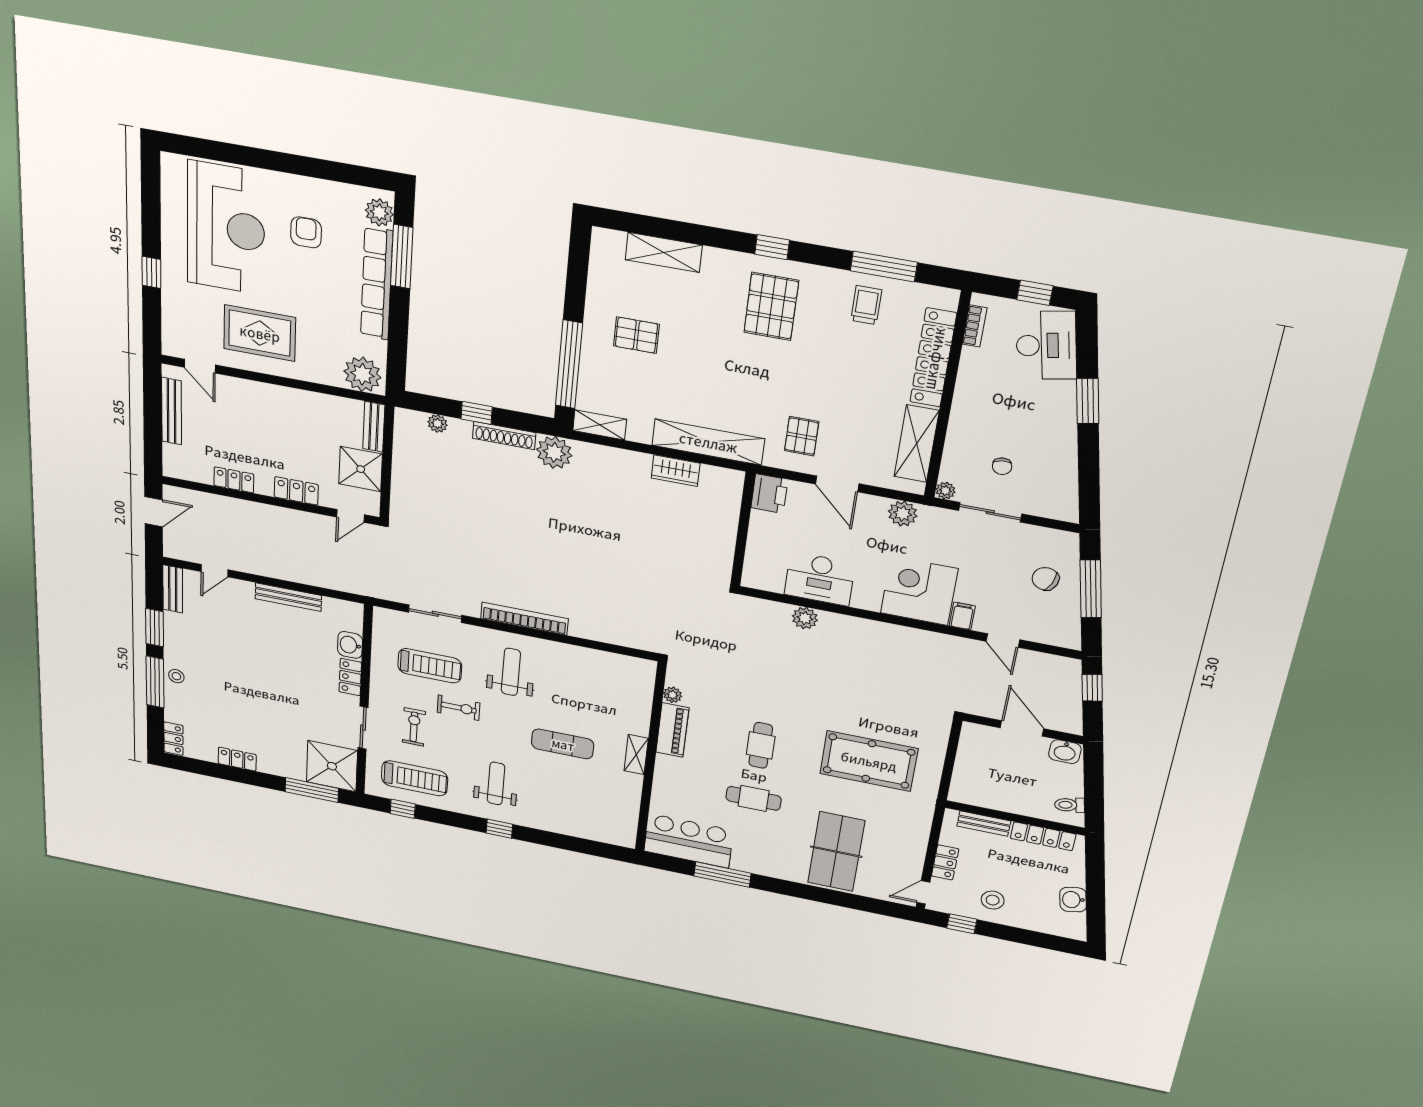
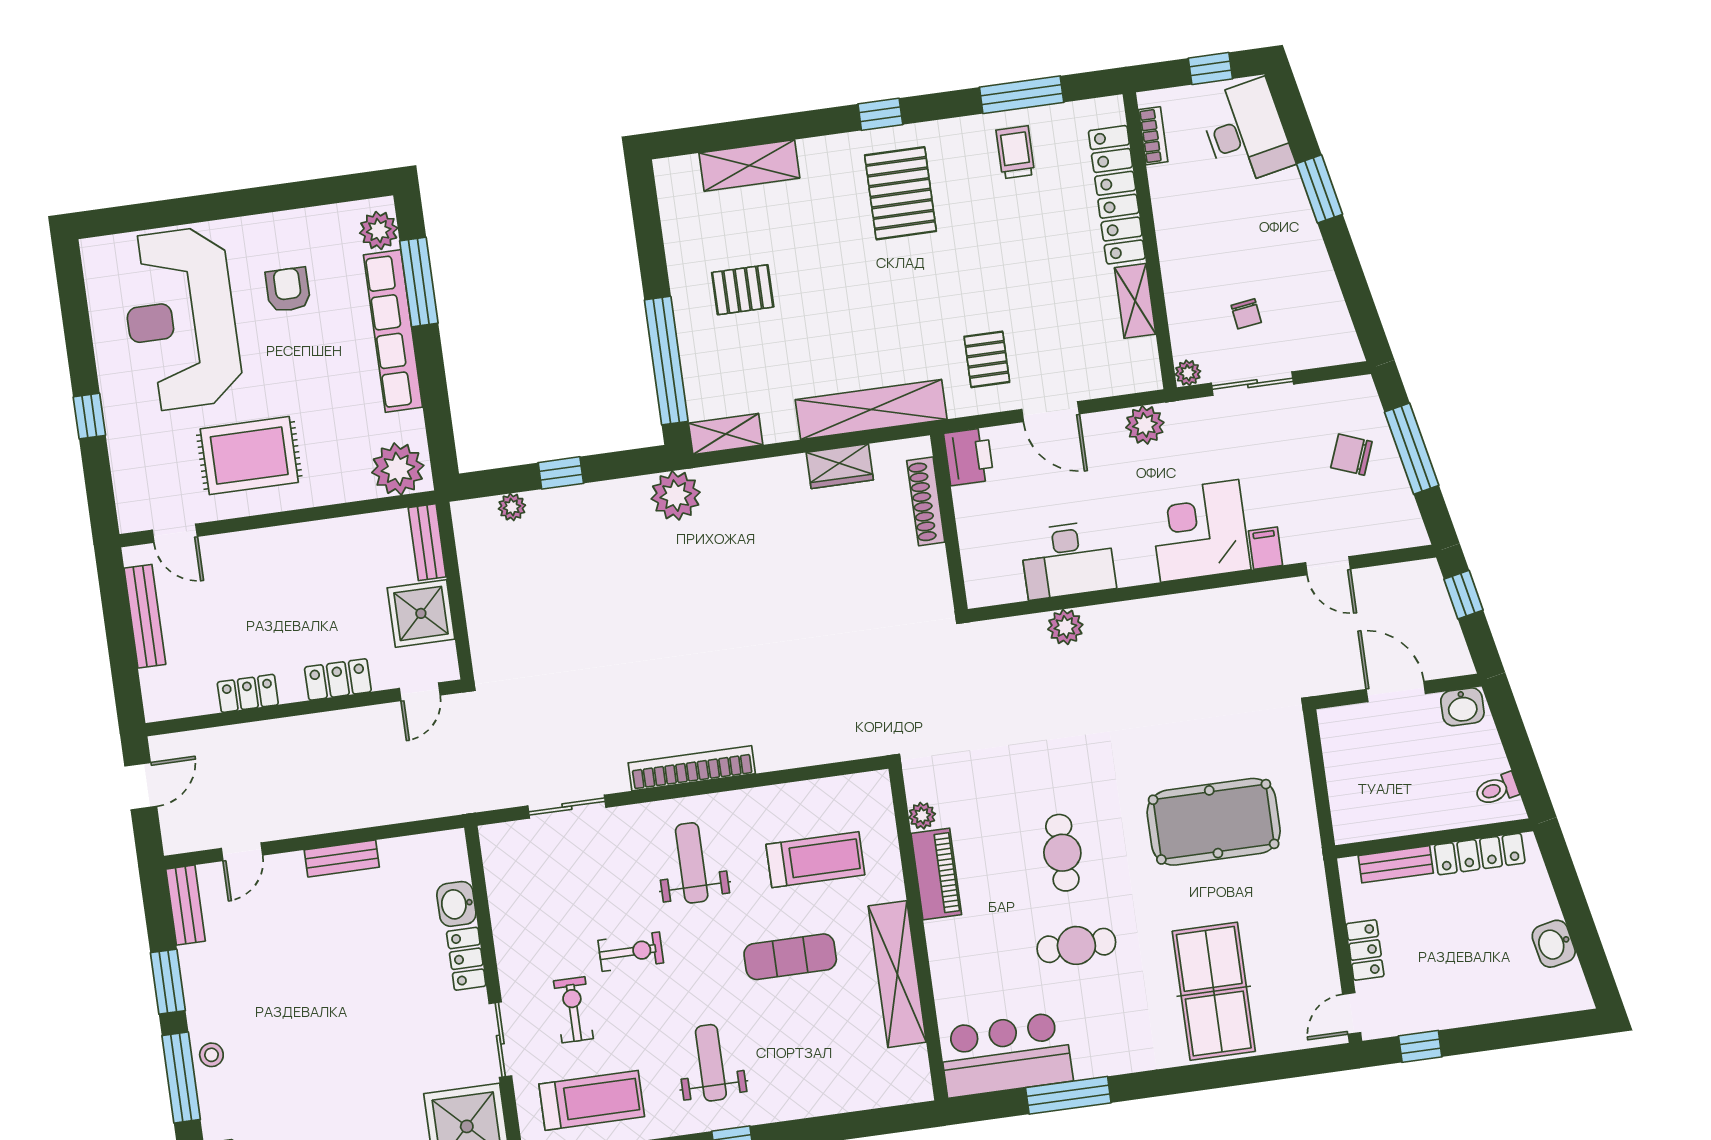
reception desk: (226, 228) -> (181, 319), turned 180
shoe rack: (504, 436) -> (926, 501), moved, turned 90
shelving: (917, 444) -> (1135, 301), width x0.67, depth x0.75
bench: (288, 597) -> (342, 858), width x0.73
treadmill: (430, 666) -> (815, 860), moved
shelving: (636, 755) -> (897, 974), width x2.20, depth x1.33
stool: (993, 900) -> (1448, 988), removed

